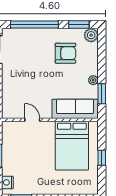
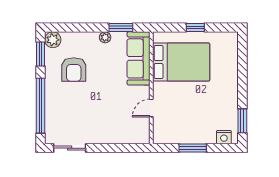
armchair: (65, 53) -> (74, 70), turned 180

